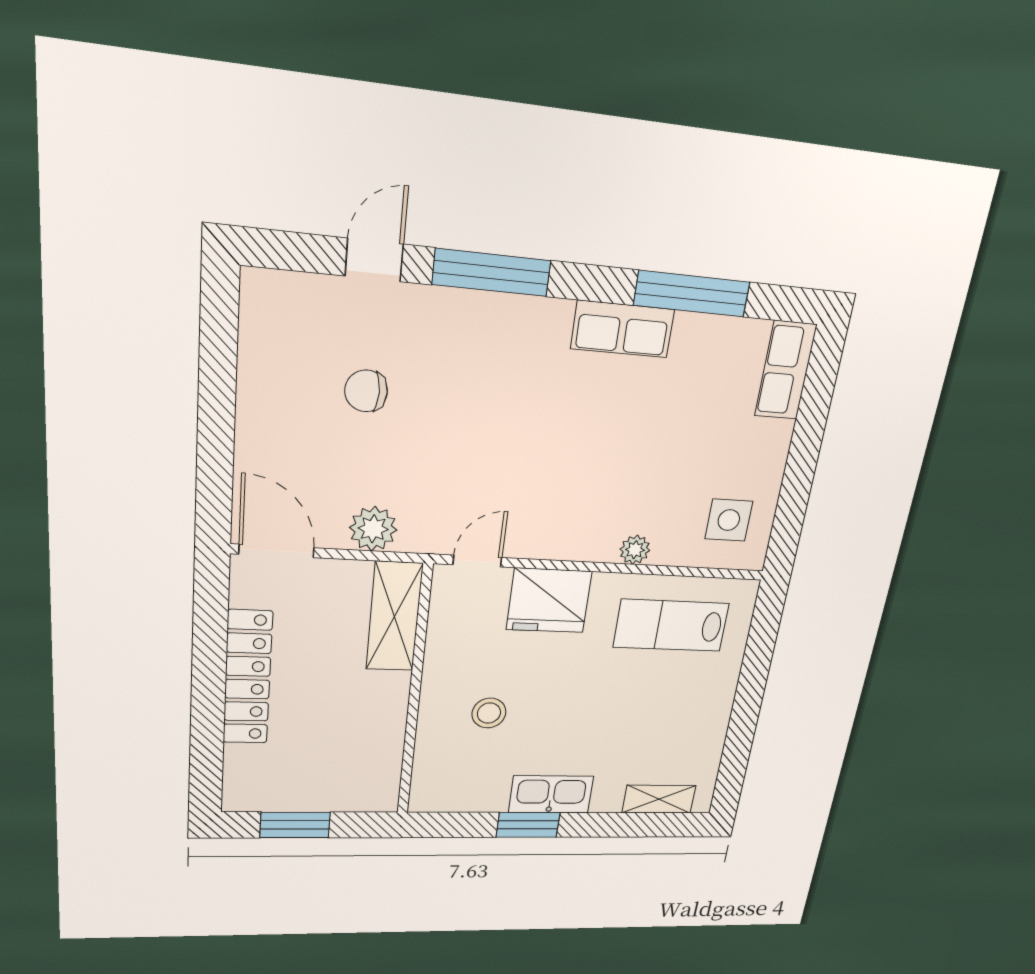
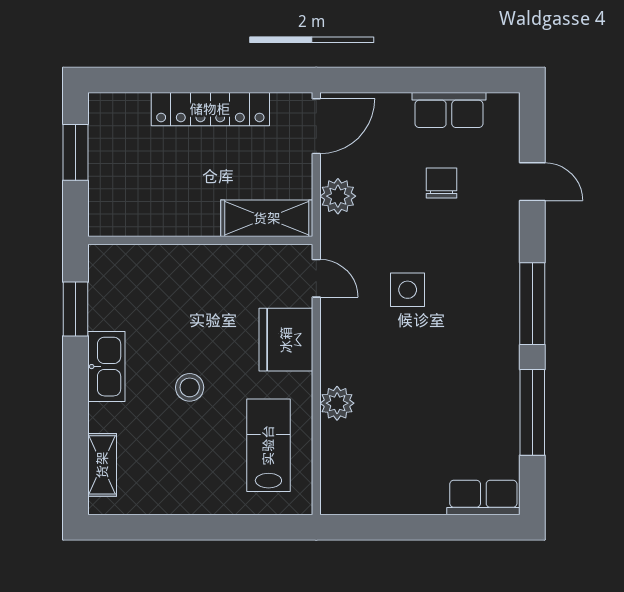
window: (492, 273) -> (532, 304), moved
row of seats: (622, 329) -> (449, 110), moved, turned -90
side table: (729, 520) -> (408, 290), moved
plant: (635, 550) -> (337, 403), width x1.38, depth x1.38
stool: (489, 713) -> (190, 387), moved
window: (528, 825) -> (76, 309), moved

